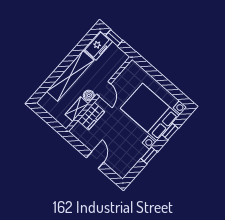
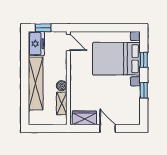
door: (104, 89) -> (68, 42), moved
wardrobe: (91, 116) -> (84, 118), moved, turned -90

